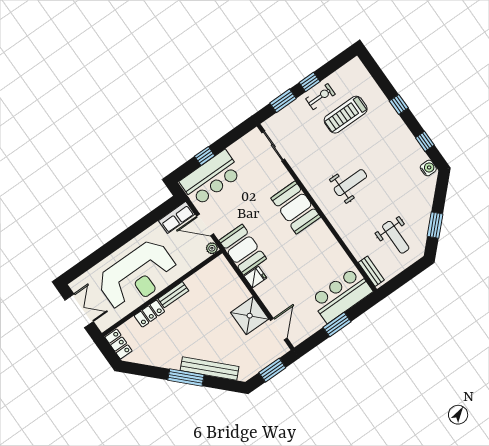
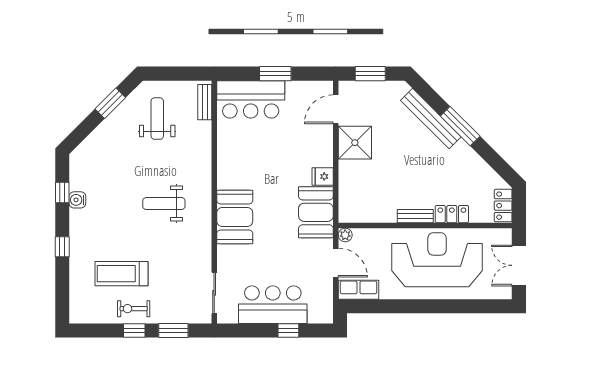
treadmill: (346, 115) -> (121, 274), turned 180
water cooler: (428, 168) -> (77, 200), moved
bar counter: (211, 178) -> (273, 305), moved

